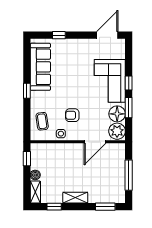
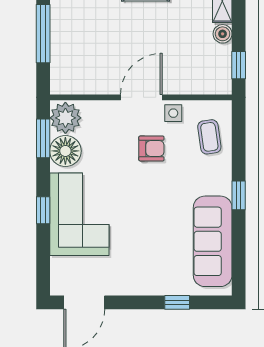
window: (129, 108) -> (43, 138), moved
door: (95, 142) -> (141, 97), moved

